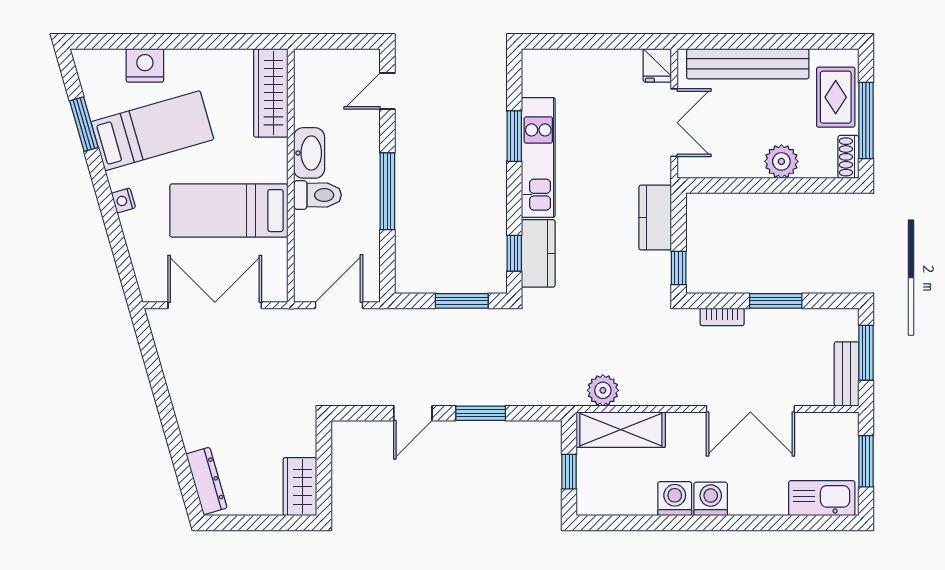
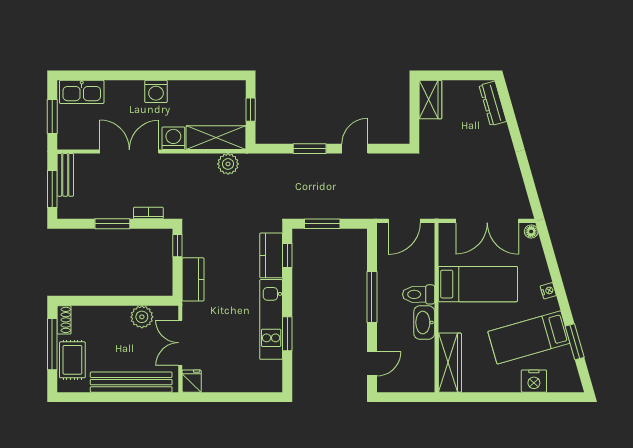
plant: (781, 161) -> (142, 317), moved
floor lamp: (149, 289) -> (531, 231), added
washing machine: (675, 499) -> (173, 138), moved, turned 180

